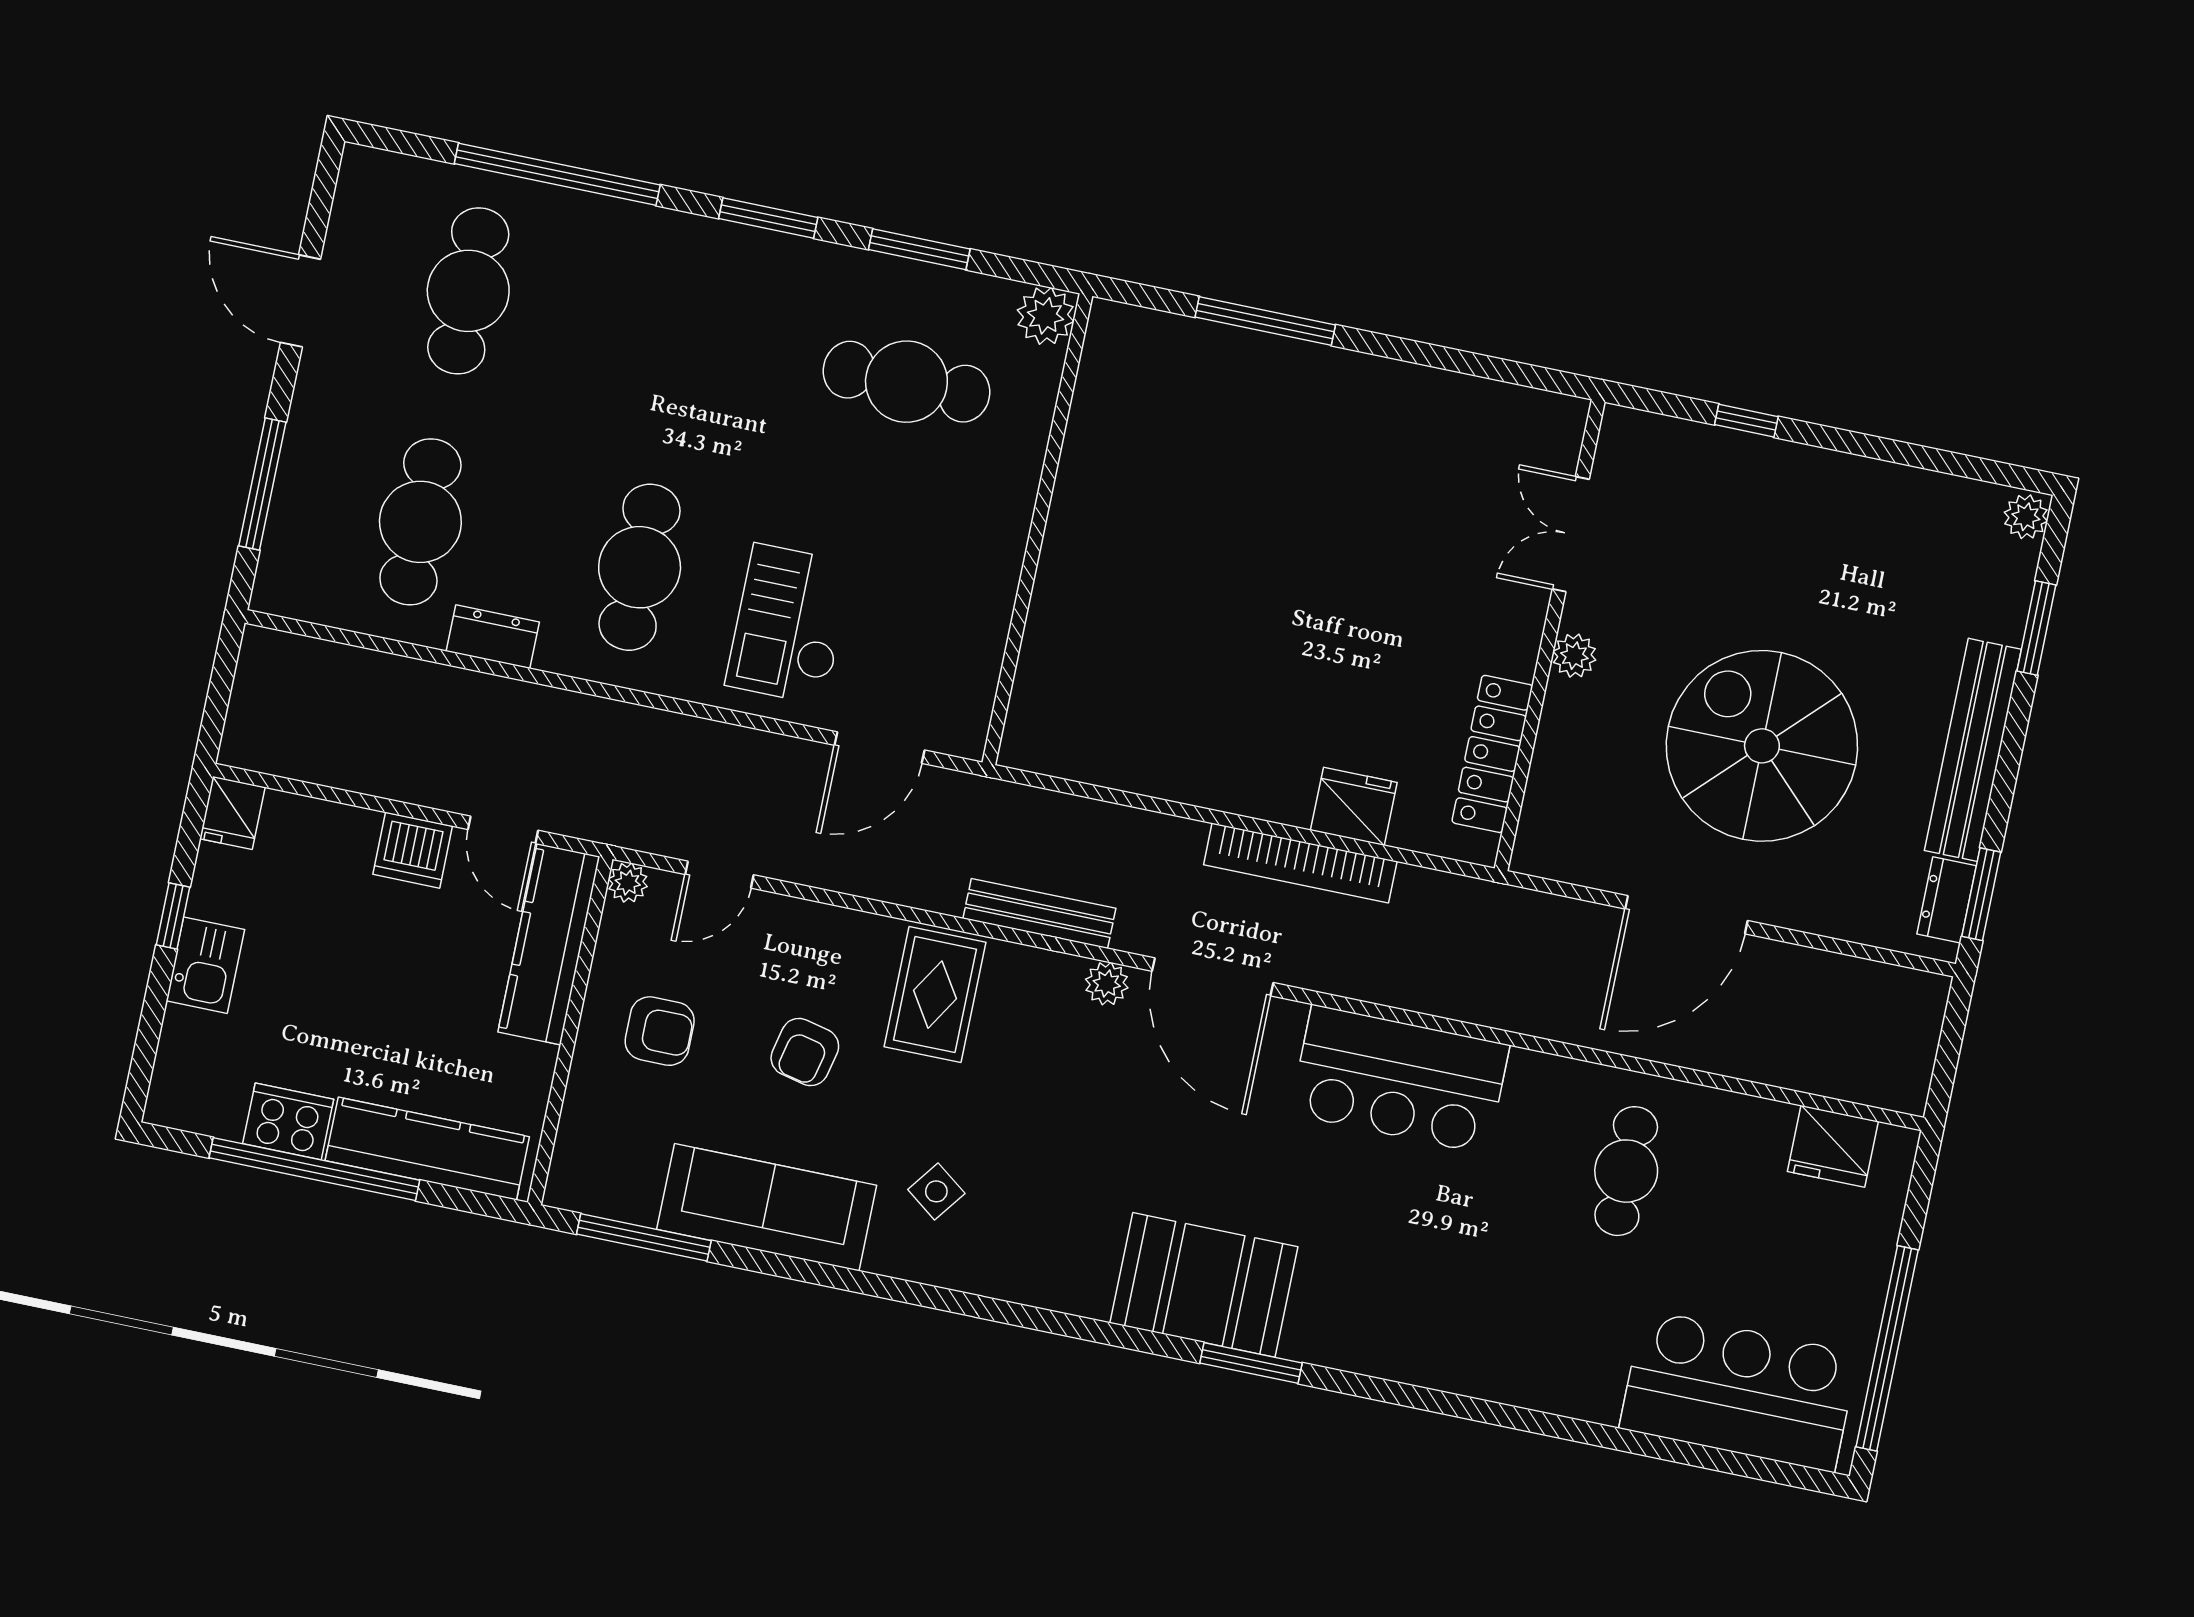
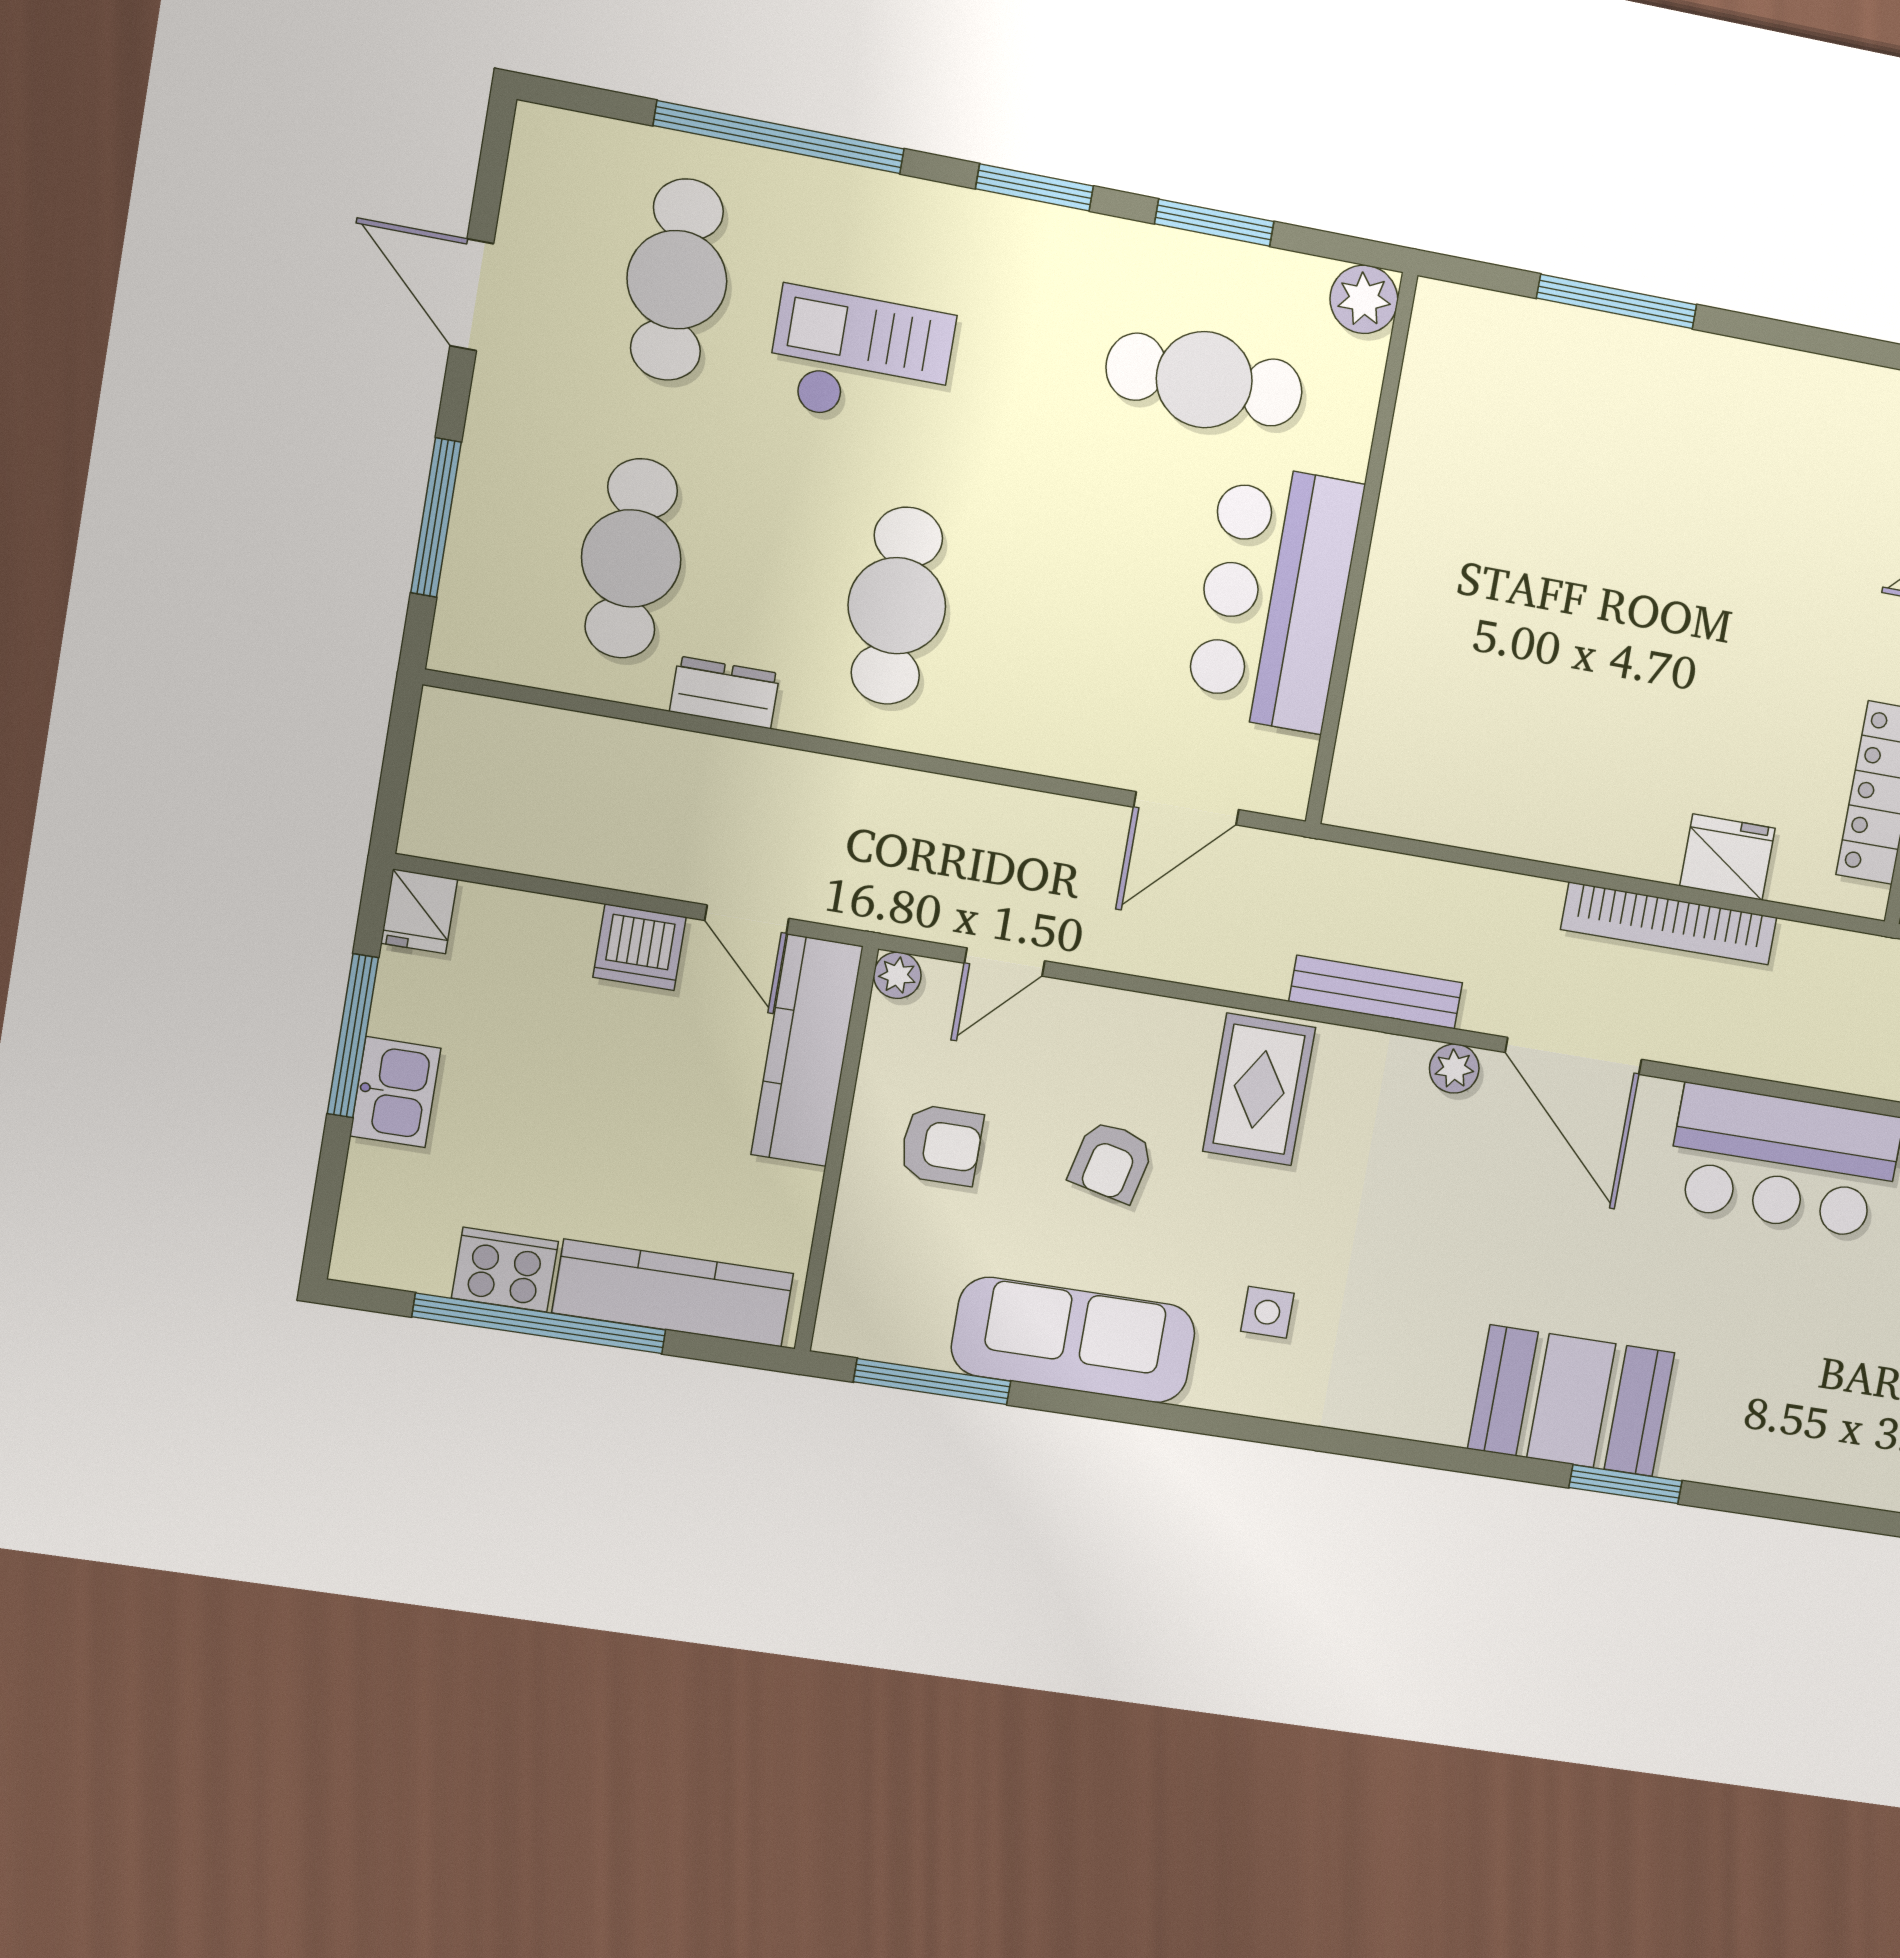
bar counter: (961, 568) -> (1274, 597), added
checkout: (789, 624) -> (860, 359), moved, turned 90
window: (173, 916) -> (353, 1036), width x2.17
side table: (936, 1191) -> (1267, 1312), turned -37

